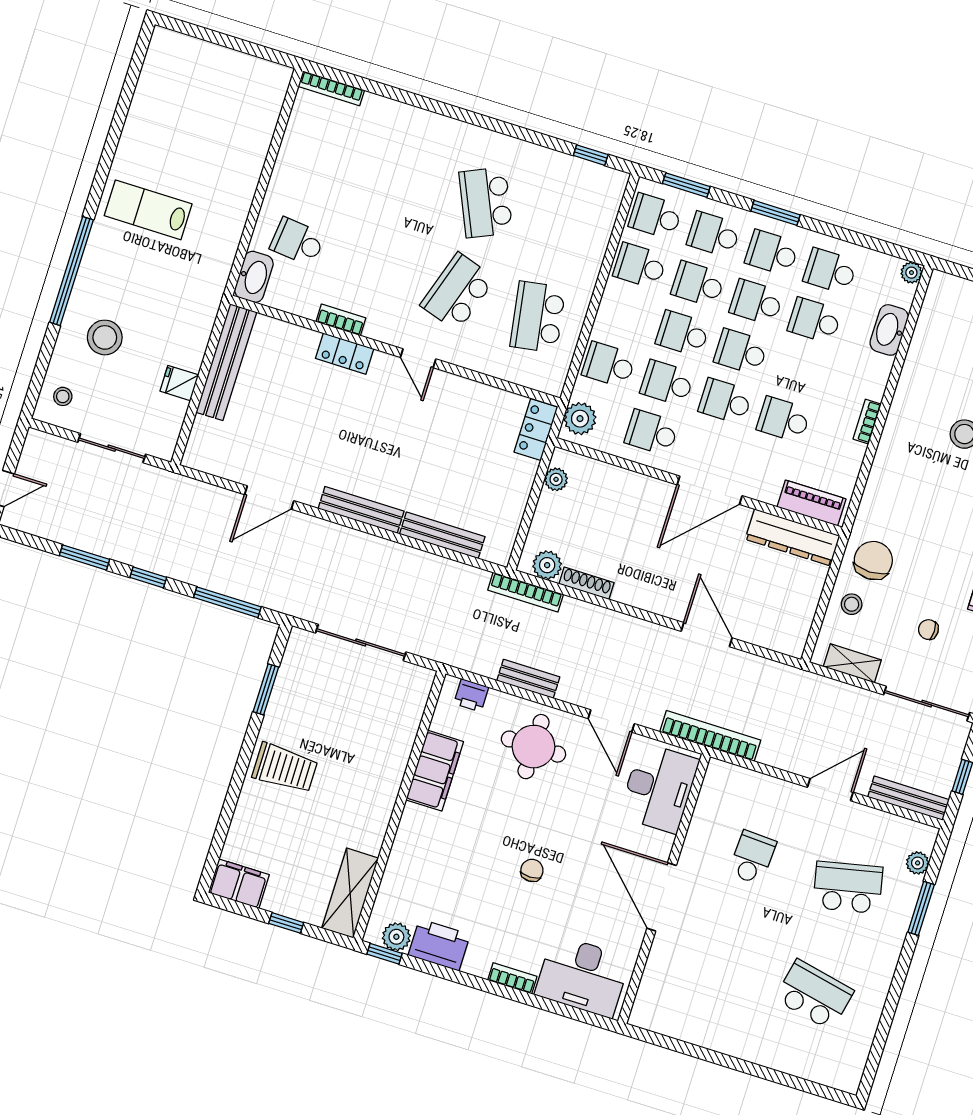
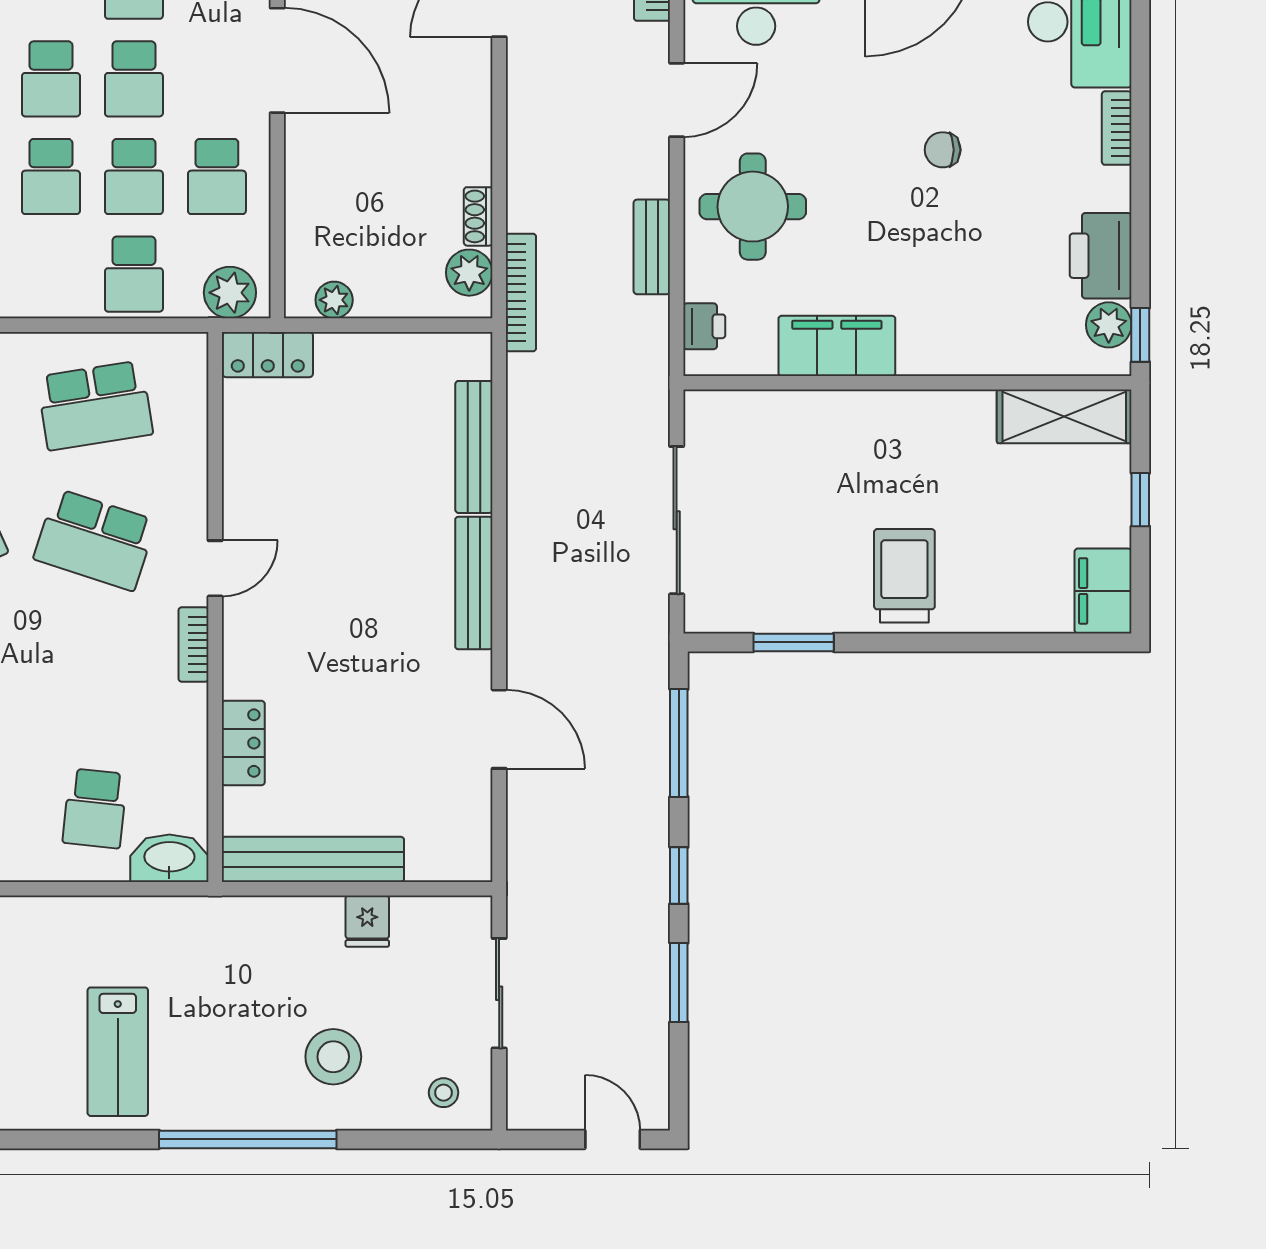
bookcase: (341, 320) -> (194, 644), moved
locker: (345, 354) -> (243, 743), moved
shoe rack: (586, 583) -> (478, 216), width x0.70

